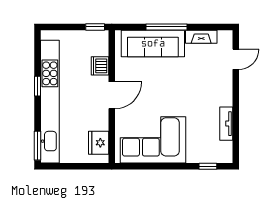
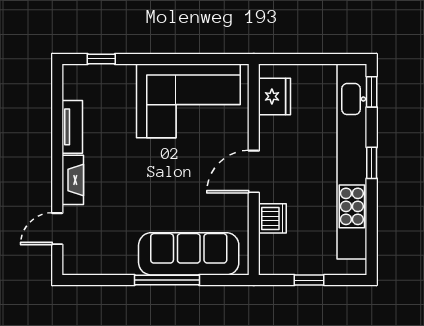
window: (95, 27) -> (309, 280), moved
fireplace: (201, 37) -> (73, 180), moved, turned 90
window: (37, 86) -> (372, 163), moved
window: (37, 146) -> (372, 92), width x0.67

